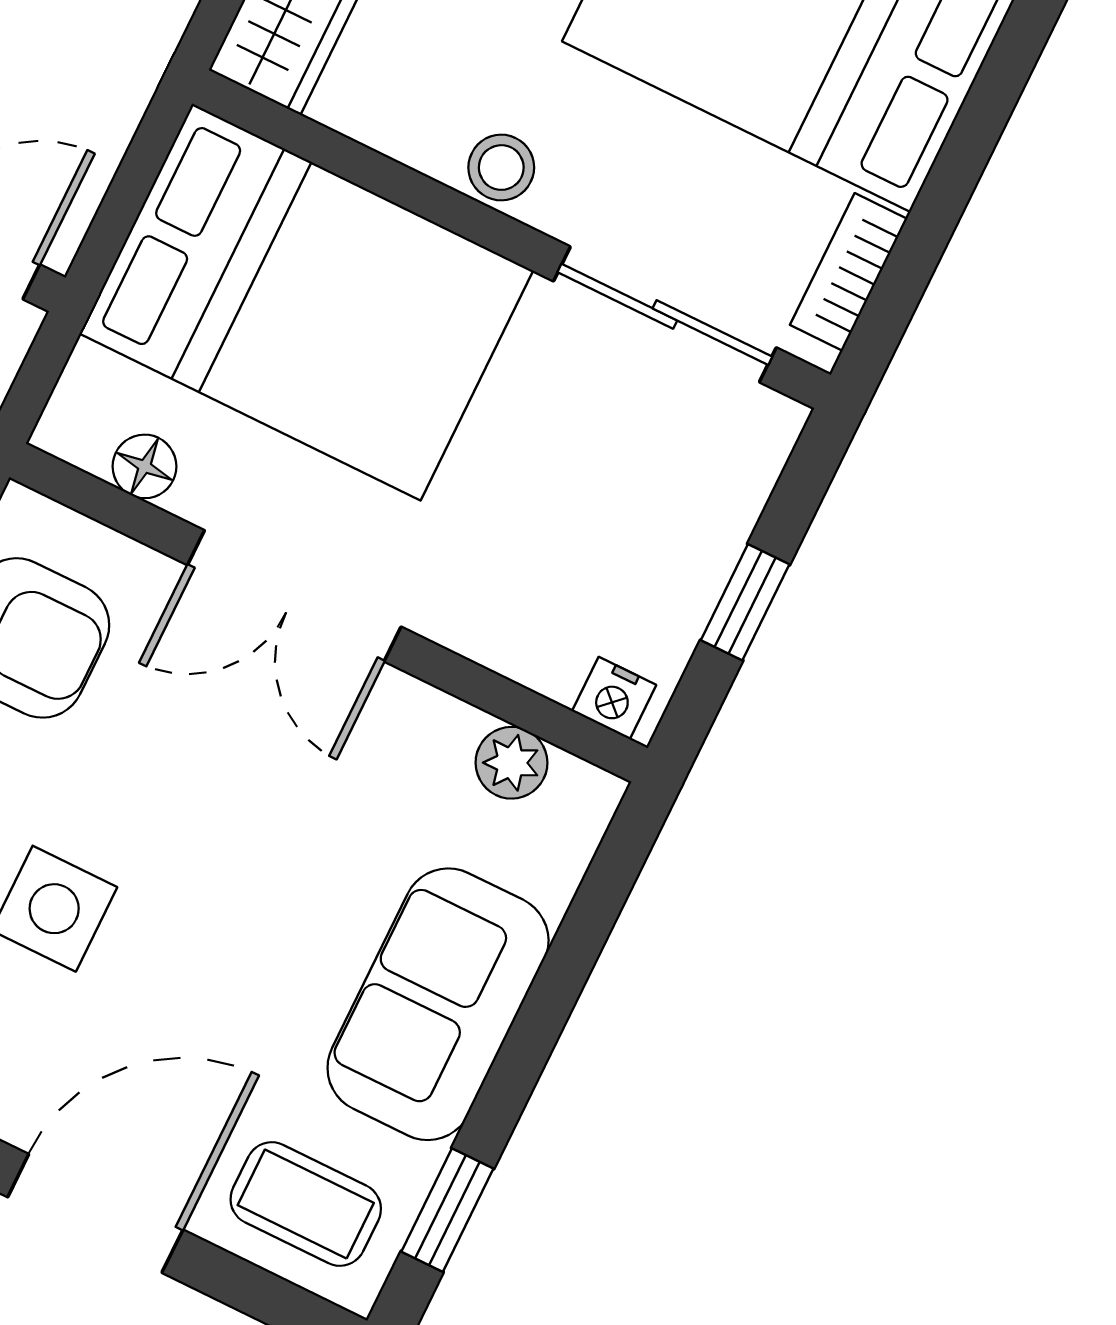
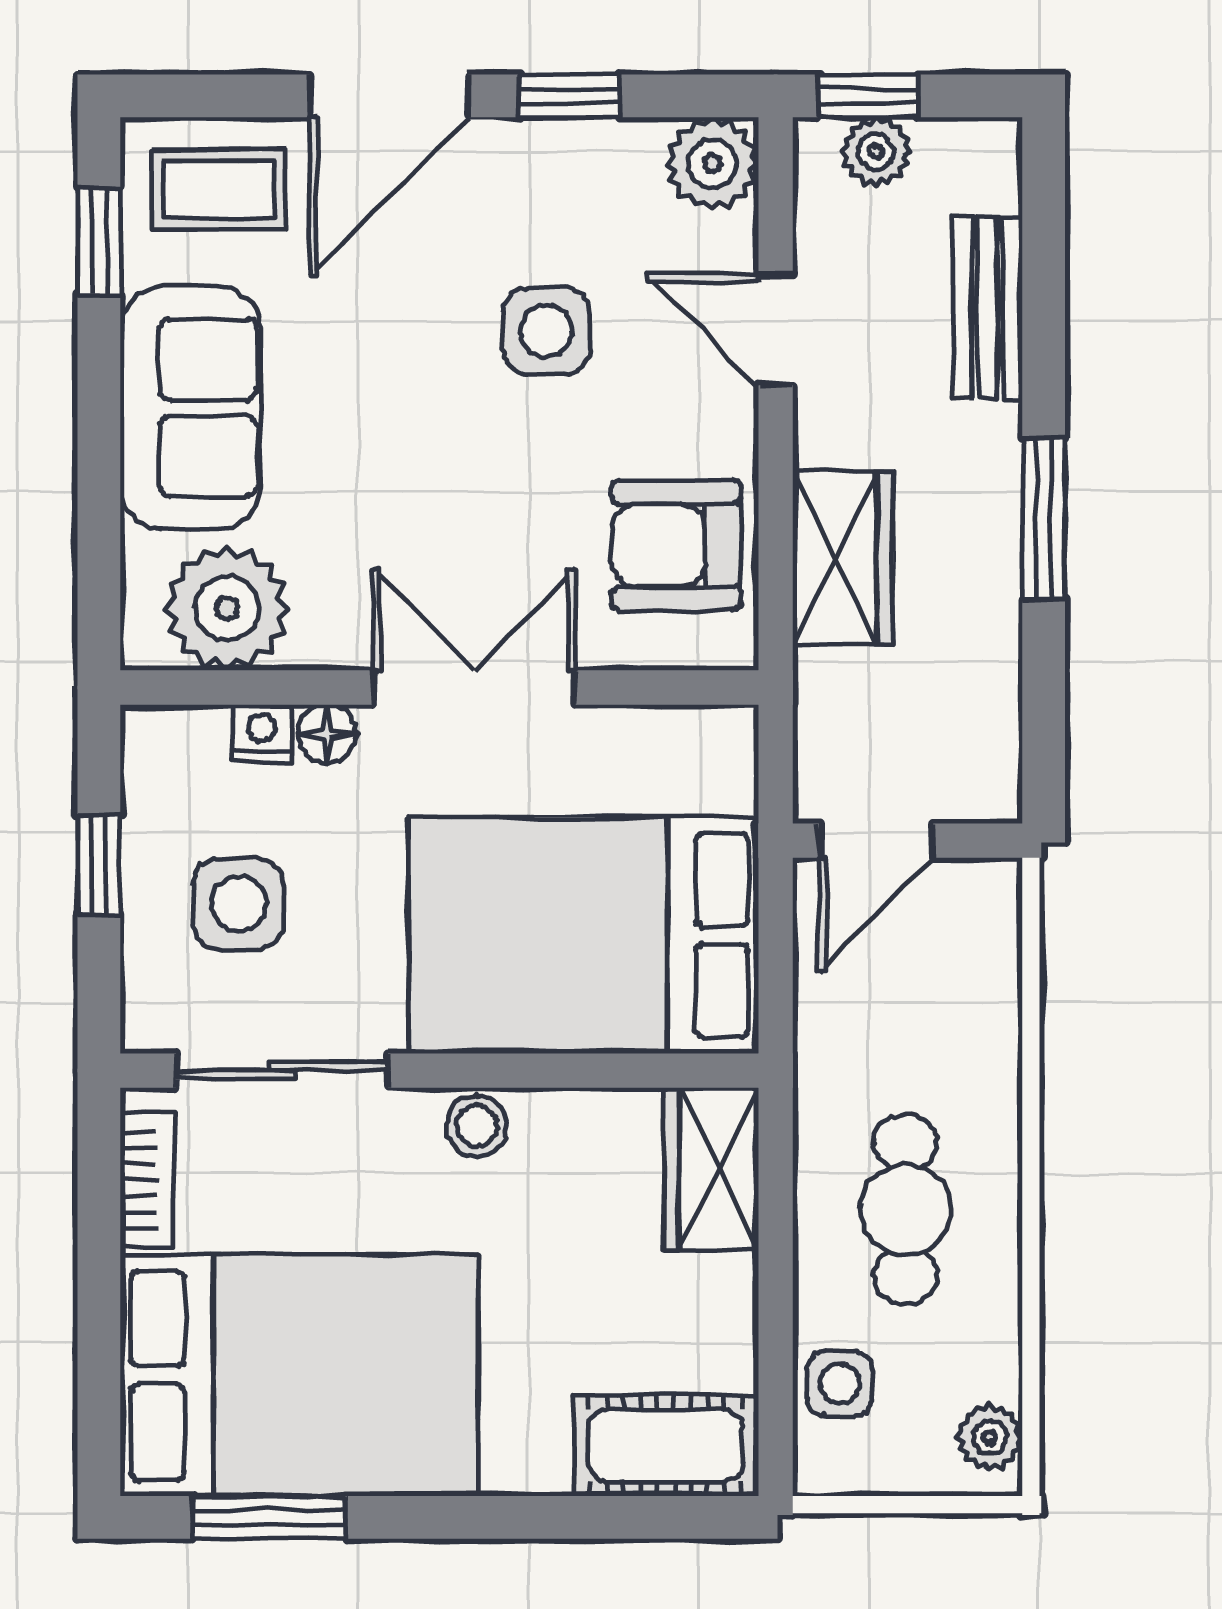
floor lamp: (145, 466) -> (327, 734), moved
side table: (628, 498) -> (238, 904), added
nightstand: (614, 698) -> (261, 732), moved
plant: (511, 763) -> (227, 608), width x1.88, depth x1.88

